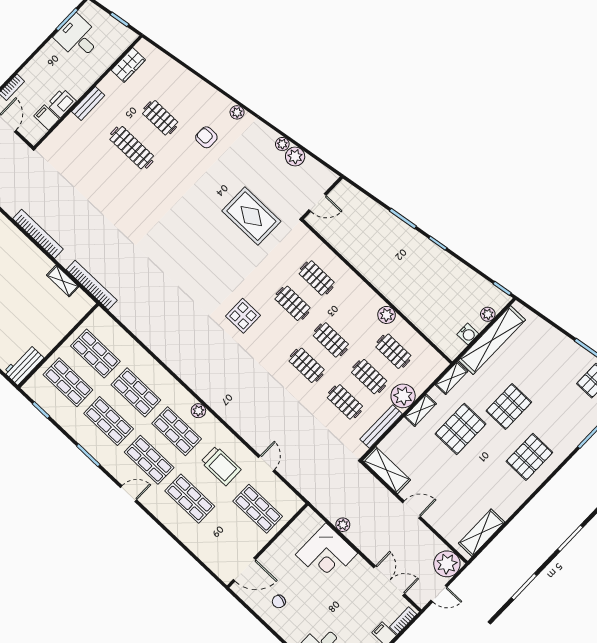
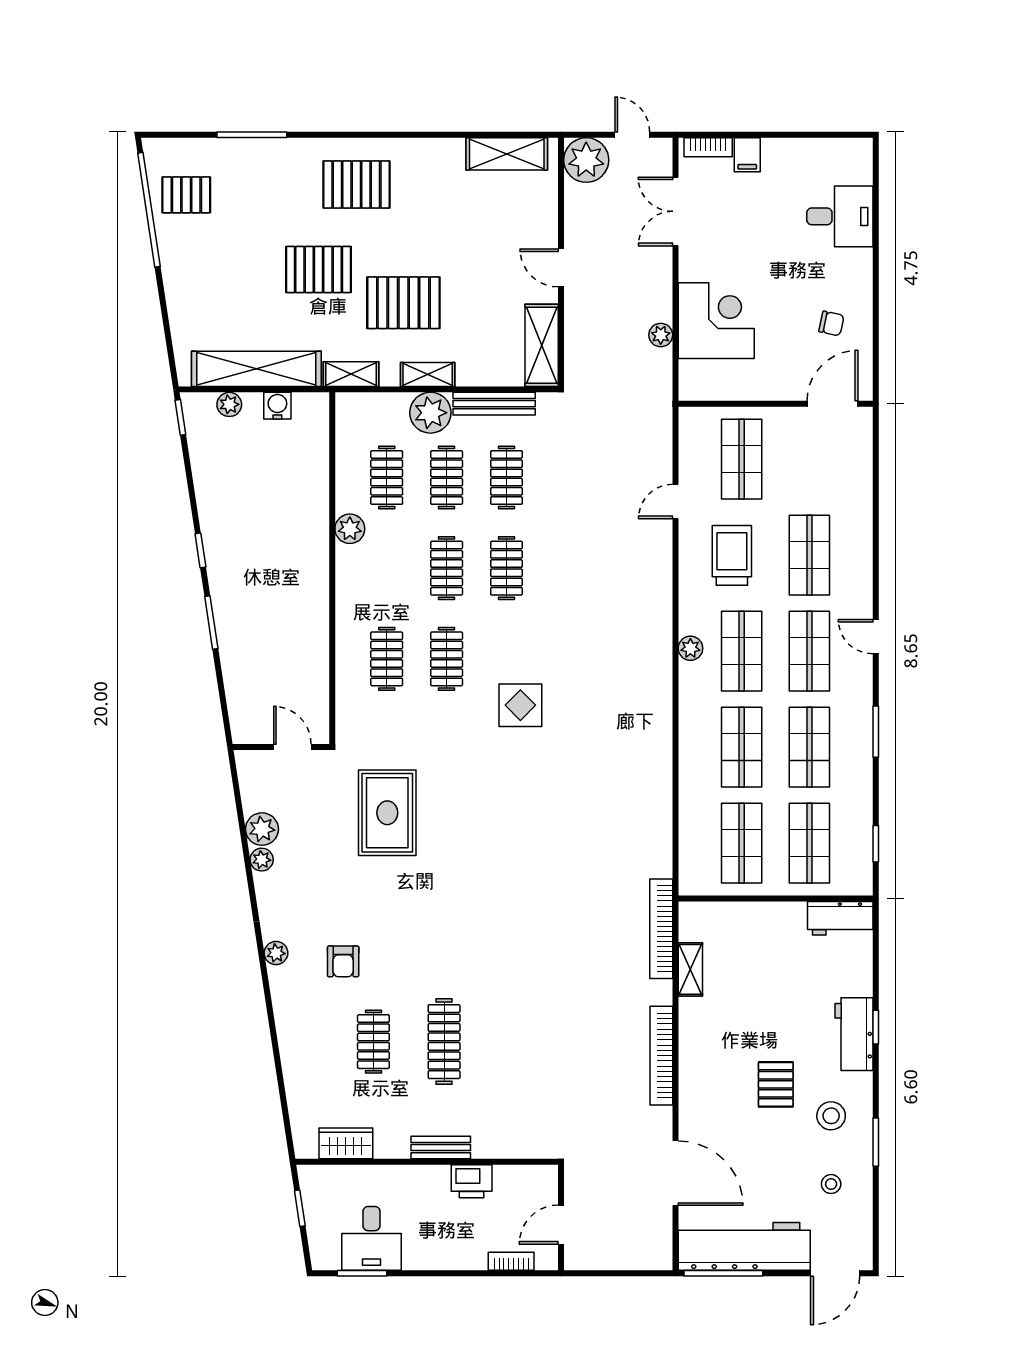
filing cabinet: (47, 118) -> (507, 1182), removed
door: (244, 570) -> (832, 404), hinge flipped

